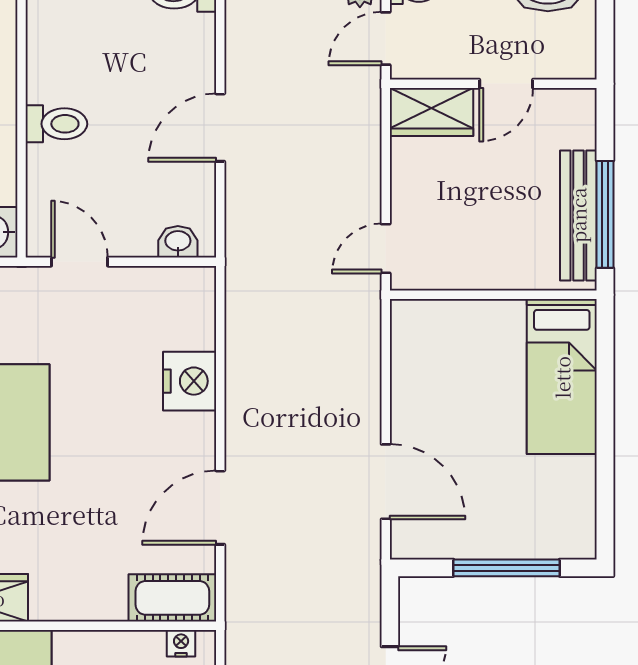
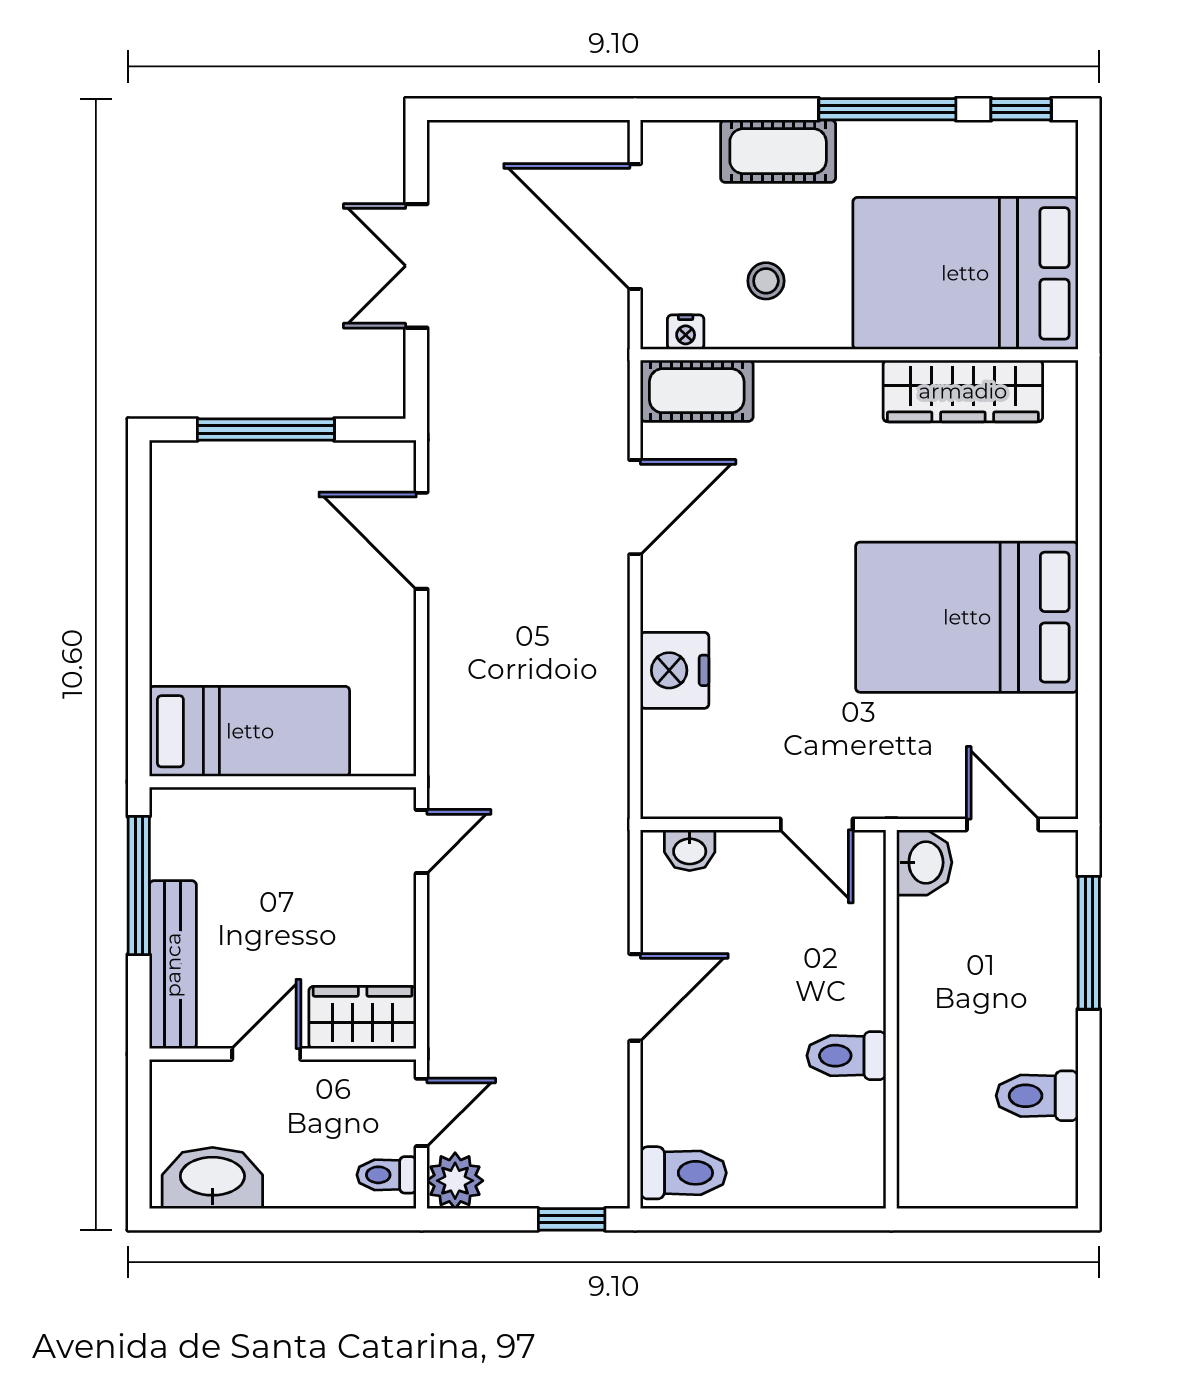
toilet: (56, 124) -> (846, 1056), moved
bench: (578, 215) -> (173, 965), moved
bed: (562, 377) -> (250, 731), moved, turned 90

